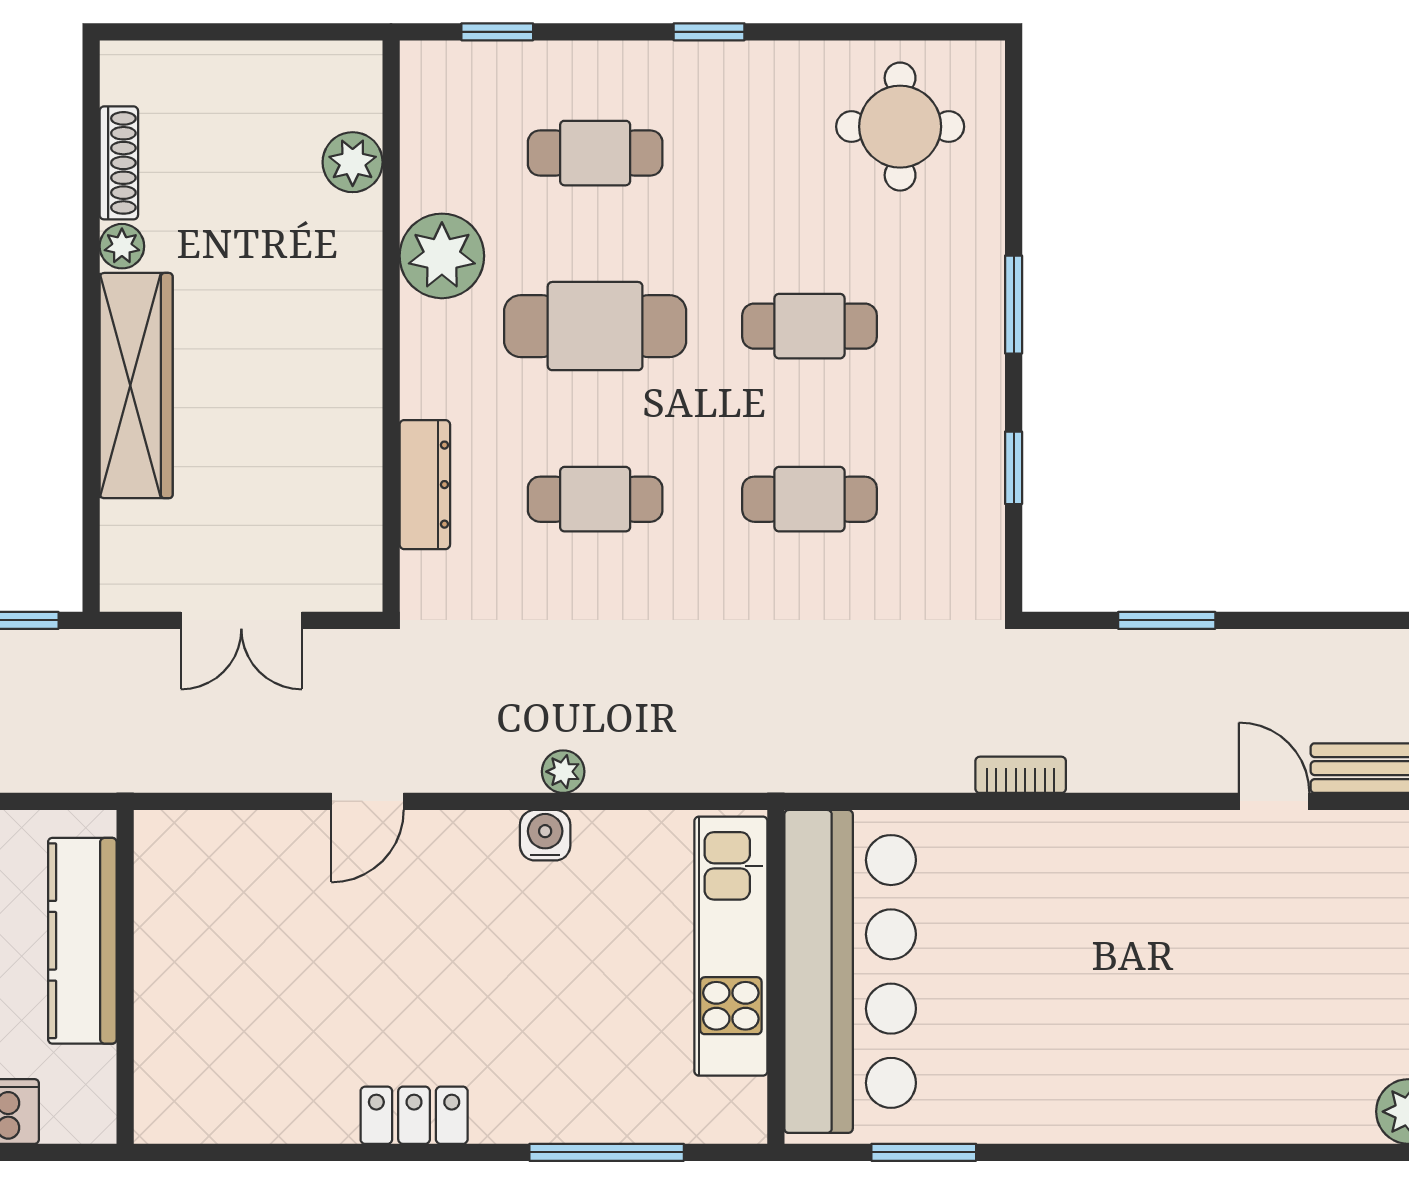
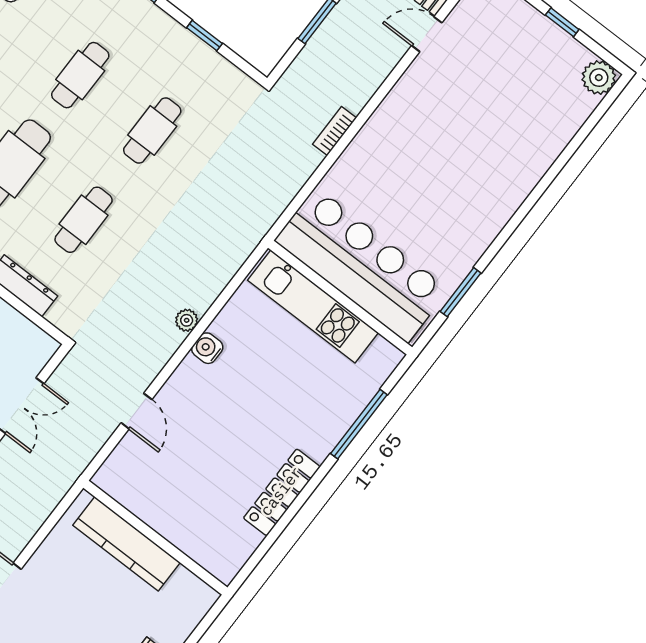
kitchen counter: (82, 941) -> (127, 544), moved
wall: (125, 977) -> (155, 538), moved
locker: (414, 1115) -> (282, 492), width x1.53

